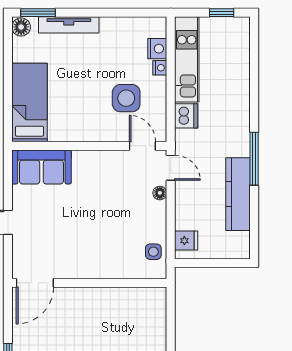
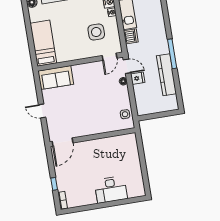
door: (142, 146) -> (109, 57), swing flipped
fridge: (186, 241) -> (138, 78), moved

